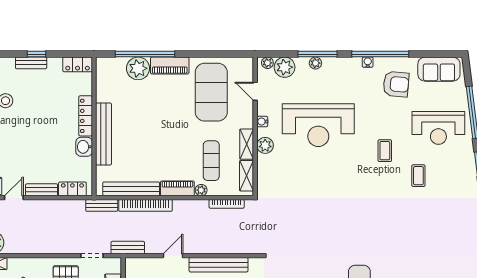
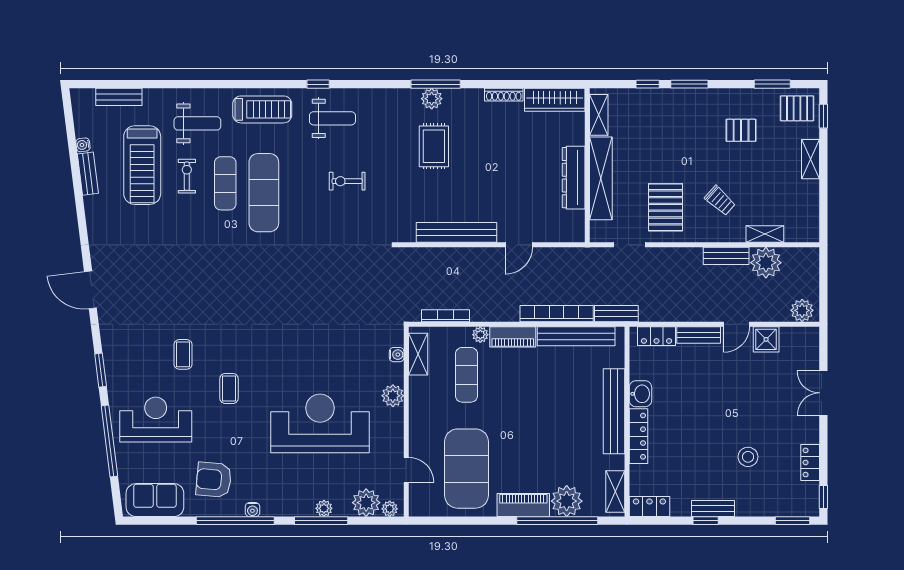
water cooler: (262, 122) -> (397, 355), moved
shelving: (247, 144) -> (615, 491), moved
bench: (128, 248) -> (726, 256), moved

